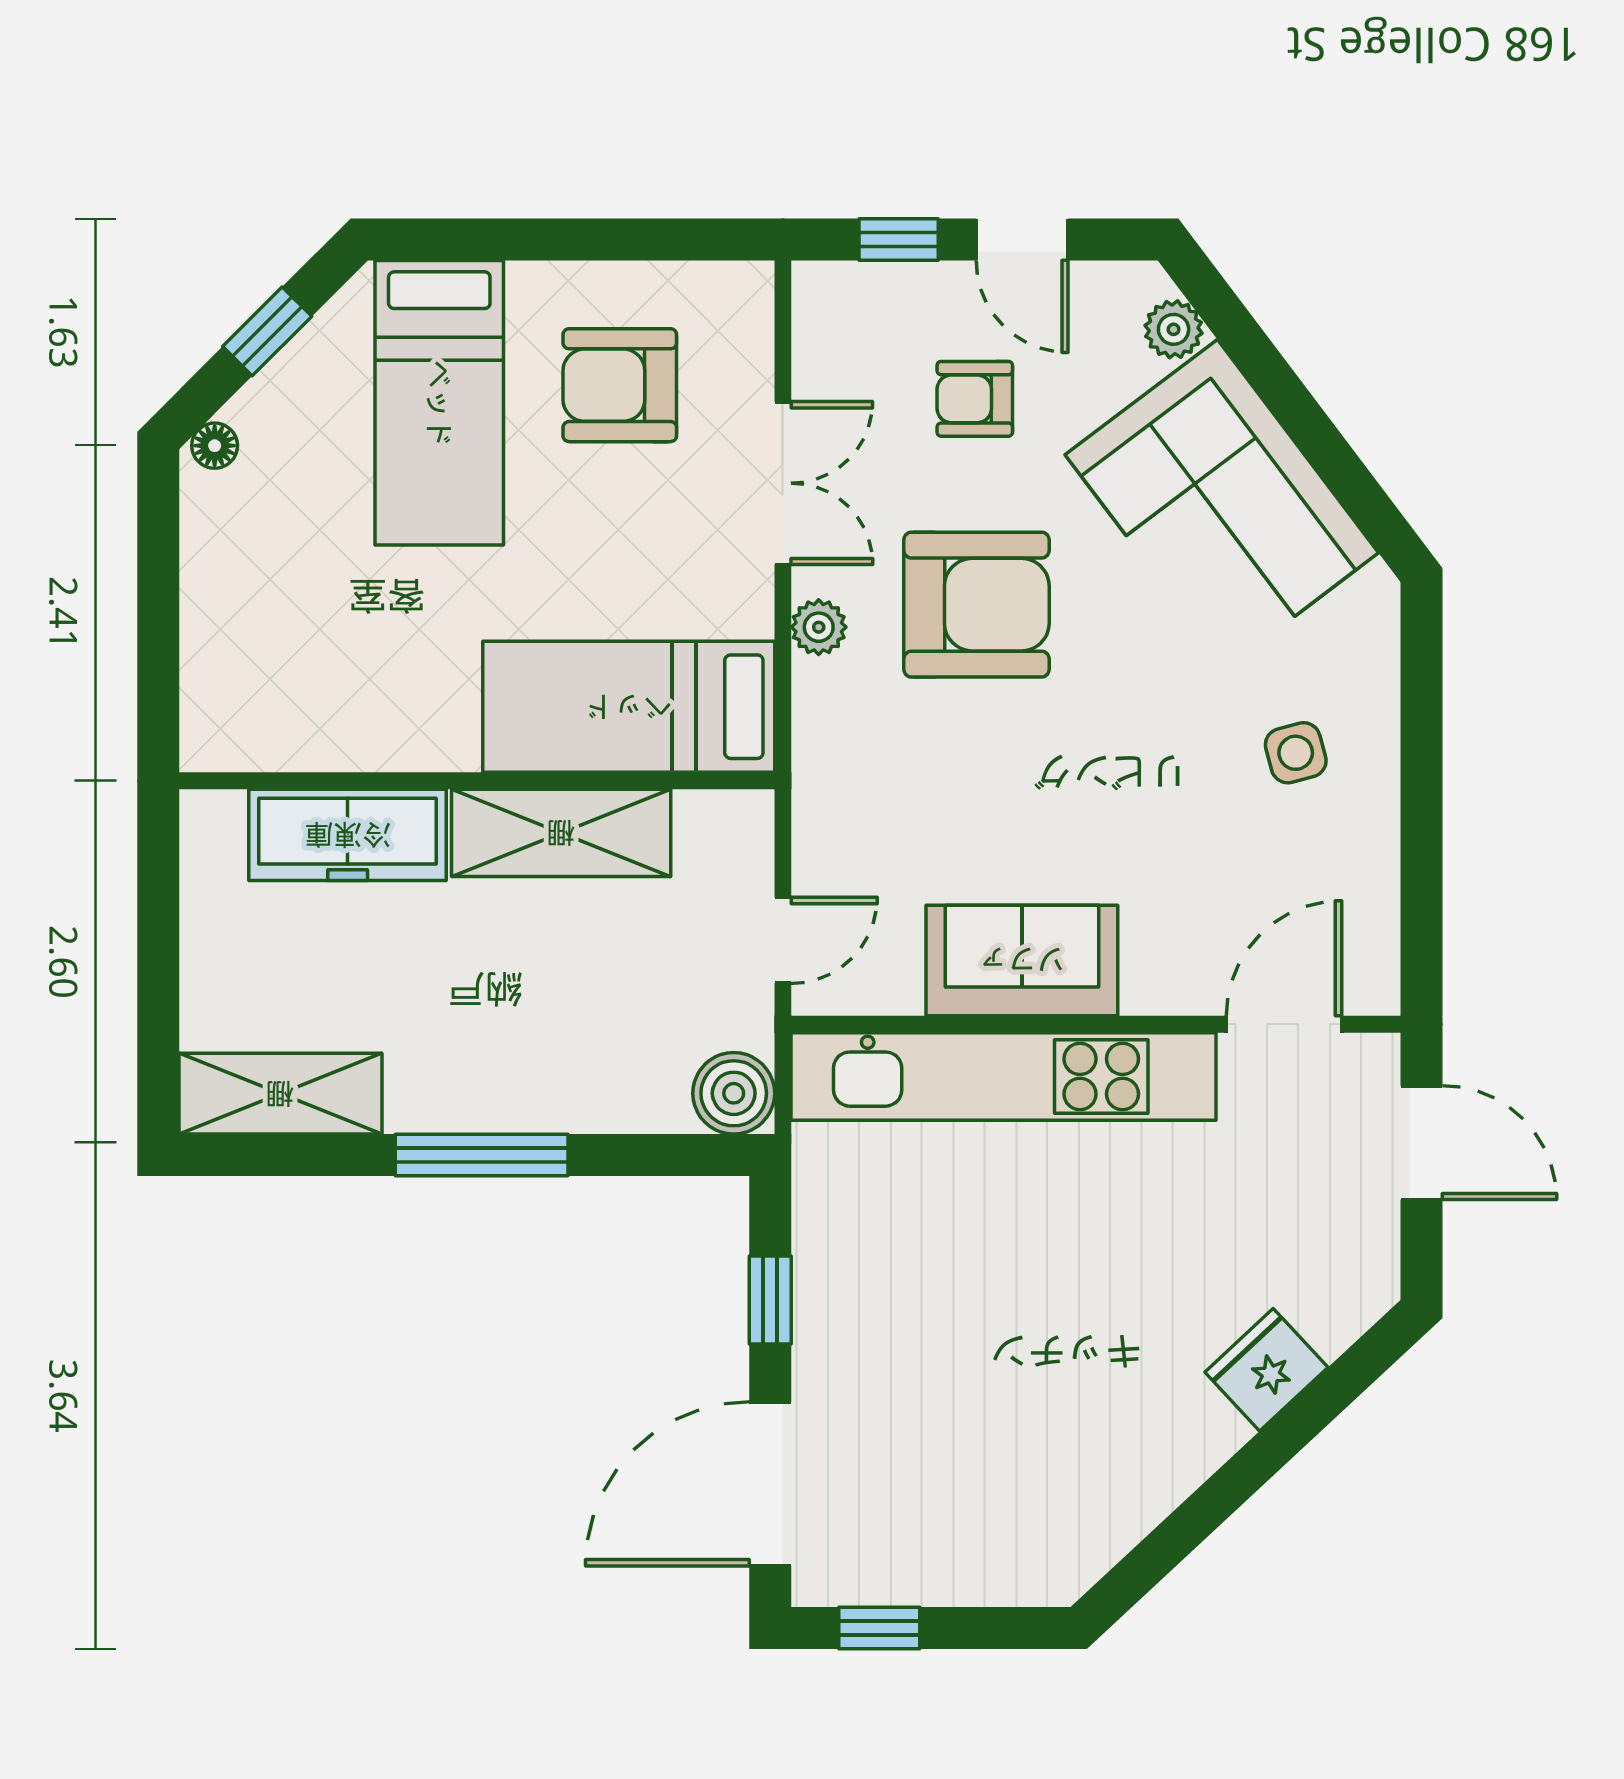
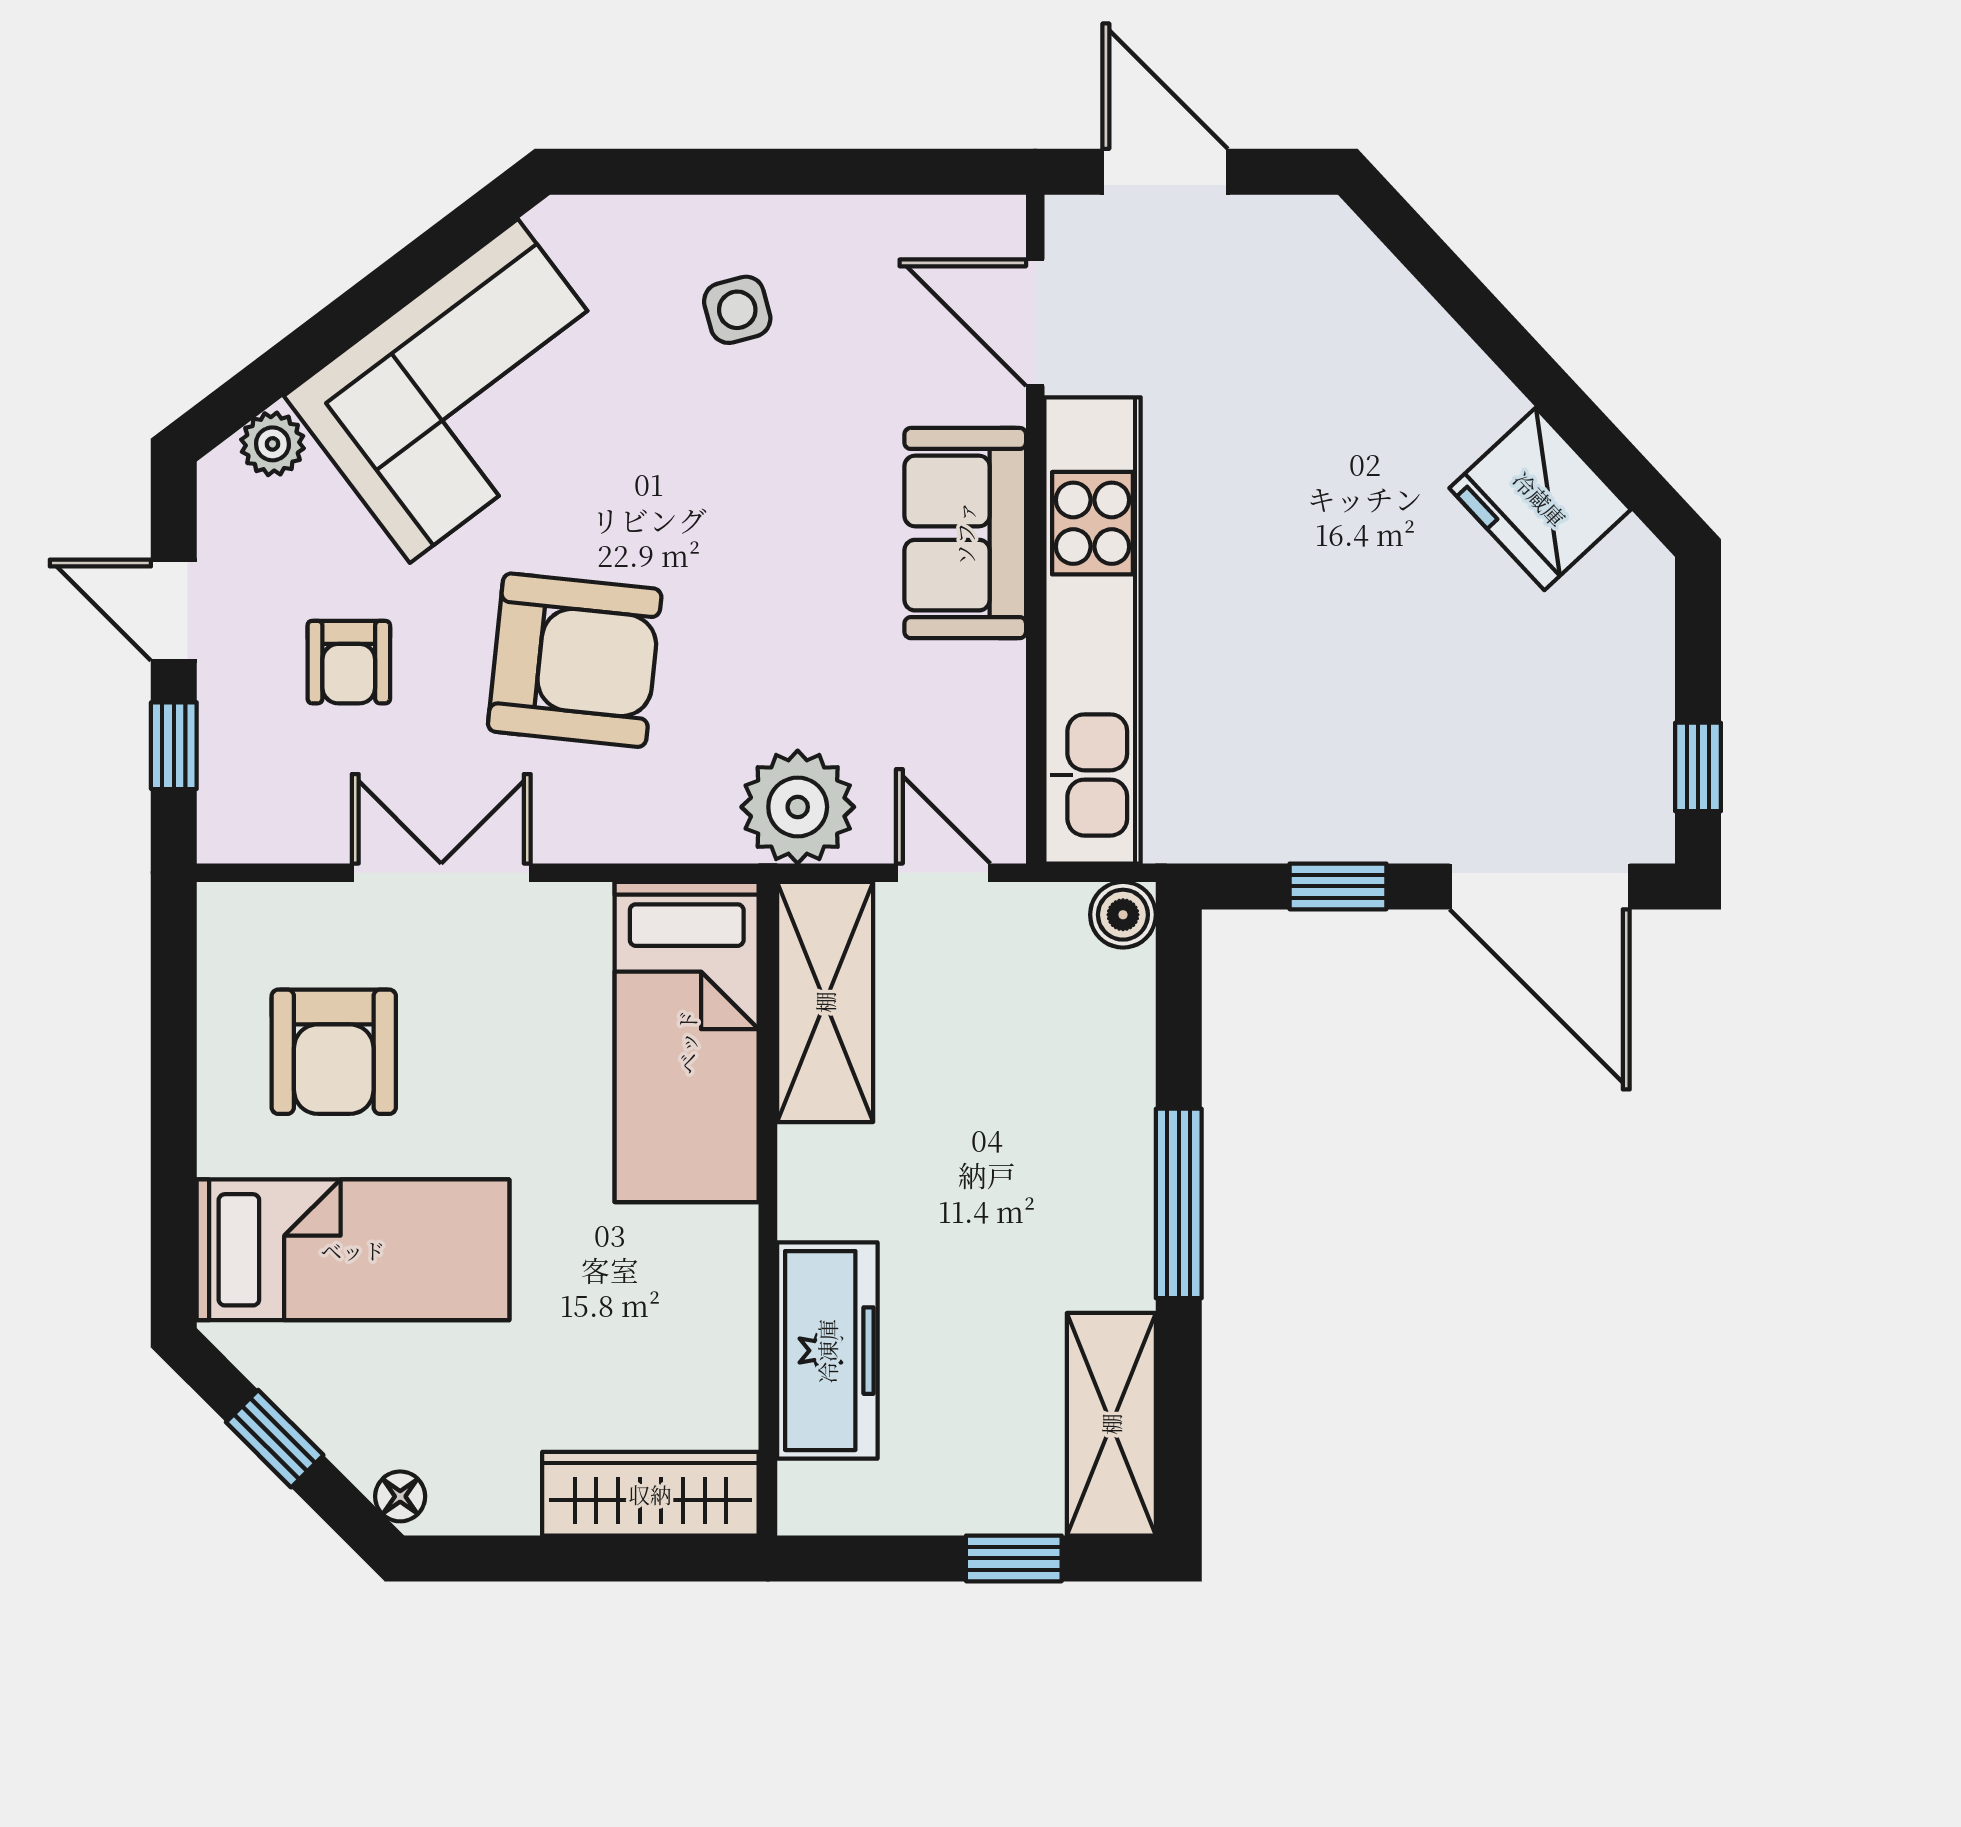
door: (1022, 239) -> (174, 610), swing flipped
armchair: (976, 605) -> (575, 660), turned 96
plant: (819, 627) -> (798, 807), moved, width x1.87, depth x1.87
wardrobe: (217, 674) -> (650, 1494), added
shelving: (561, 833) -> (825, 1002), moved
sofa: (1022, 960) -> (965, 533), moved
window: (158, 1005) -> (1014, 1558), added
boiler: (734, 1093) -> (1123, 915), width x0.73, depth x0.73
door: (1422, 1143) -> (1165, 172), hinge flipped
fridge: (1266, 1370) -> (1540, 499), moved, width x1.36, depth x1.34

